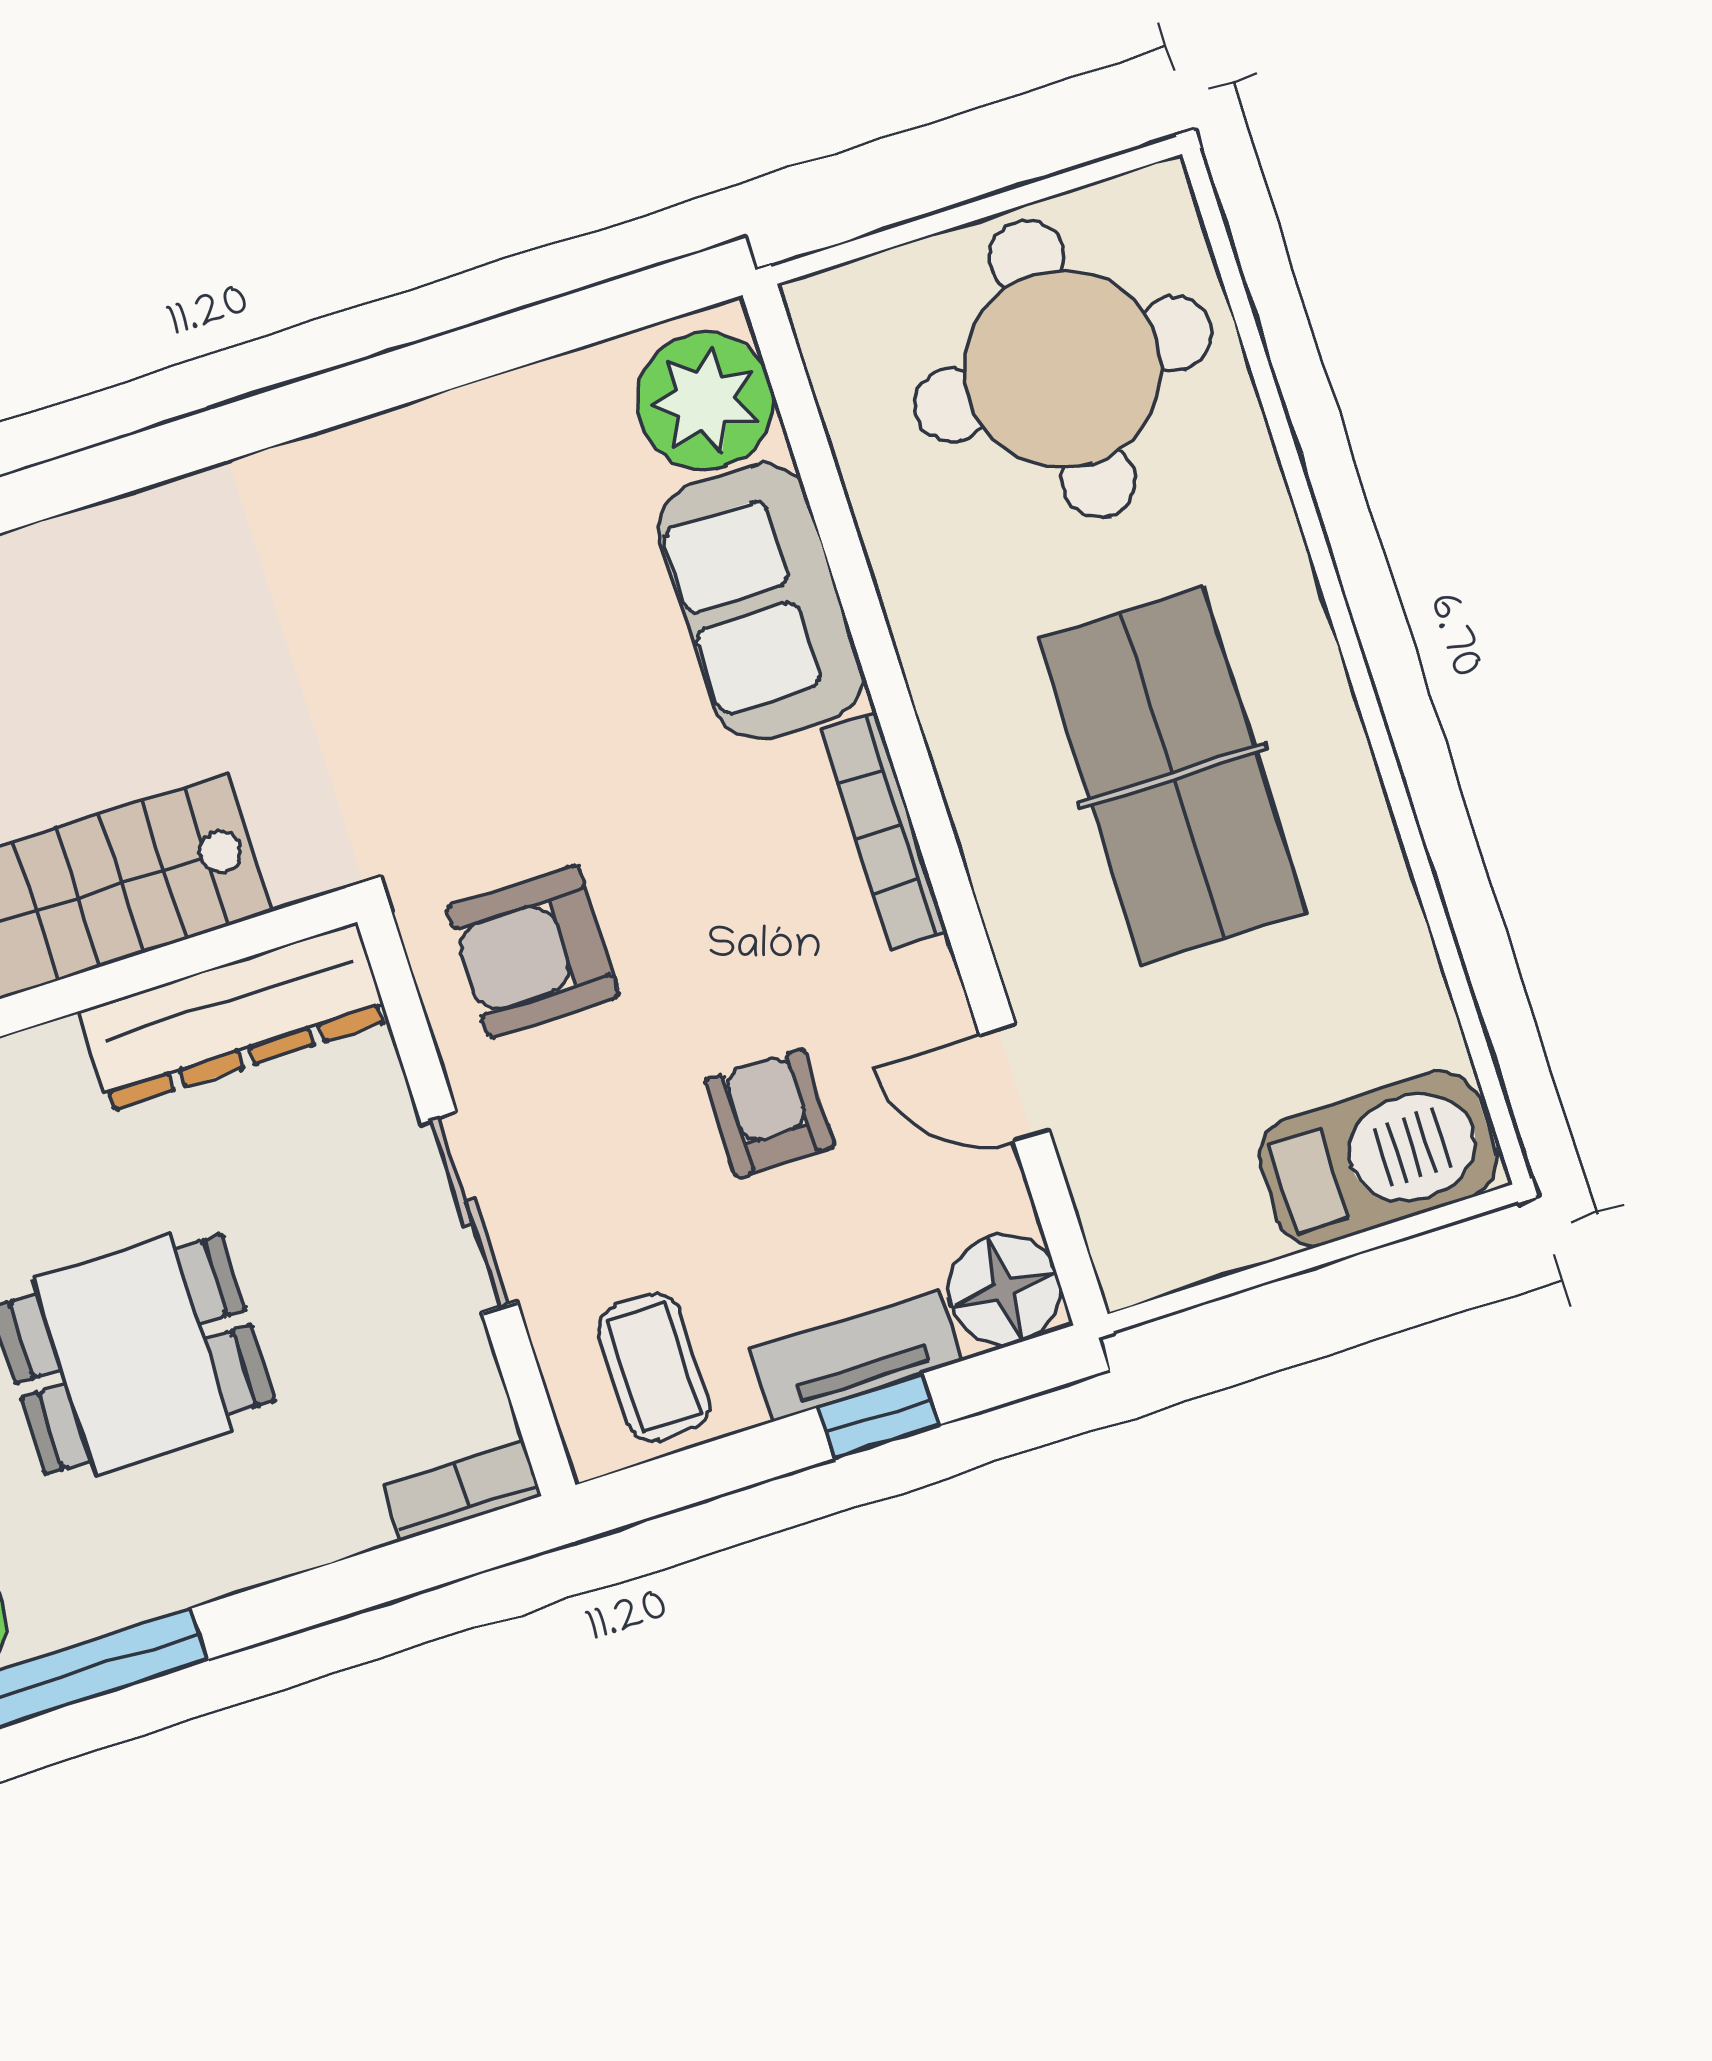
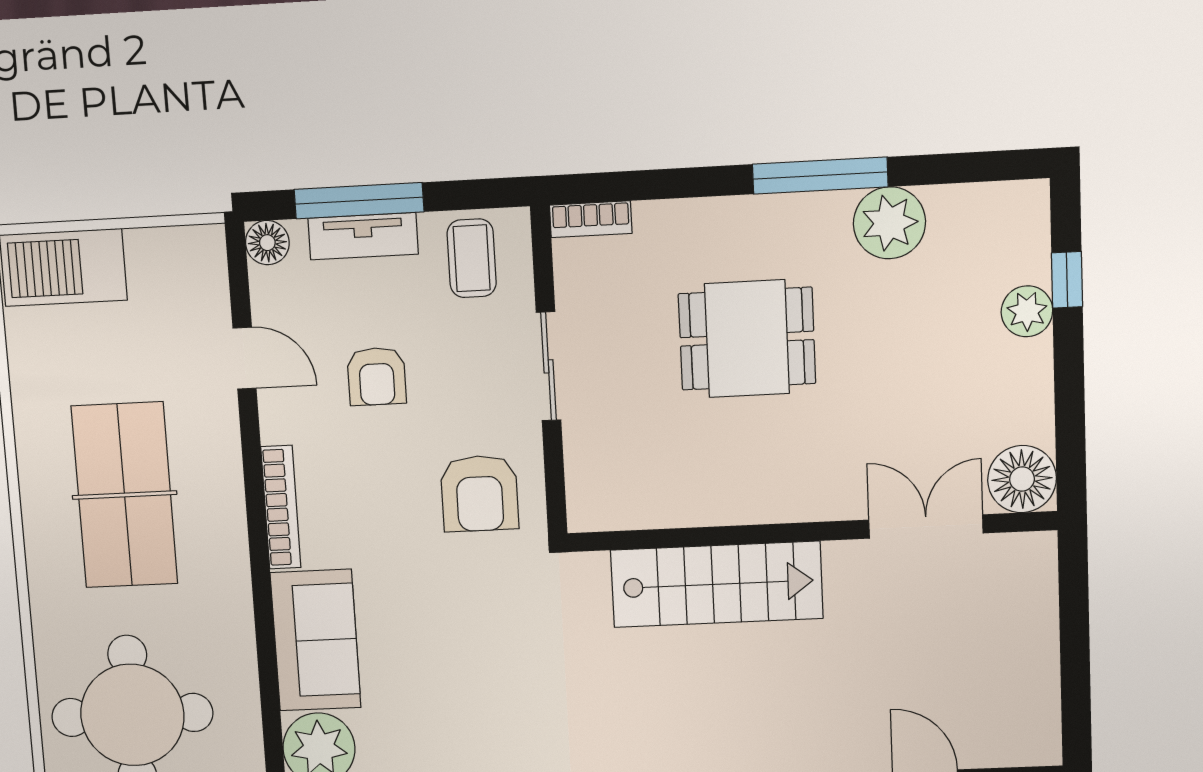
armchair: (533, 952) -> (480, 493), turned 90
dresser: (233, 1017) -> (645, 502), removed
floor lamp: (1004, 1290) -> (267, 243), width x0.73, depth x0.73
window: (879, 1416) -> (359, 201), width x2.17

